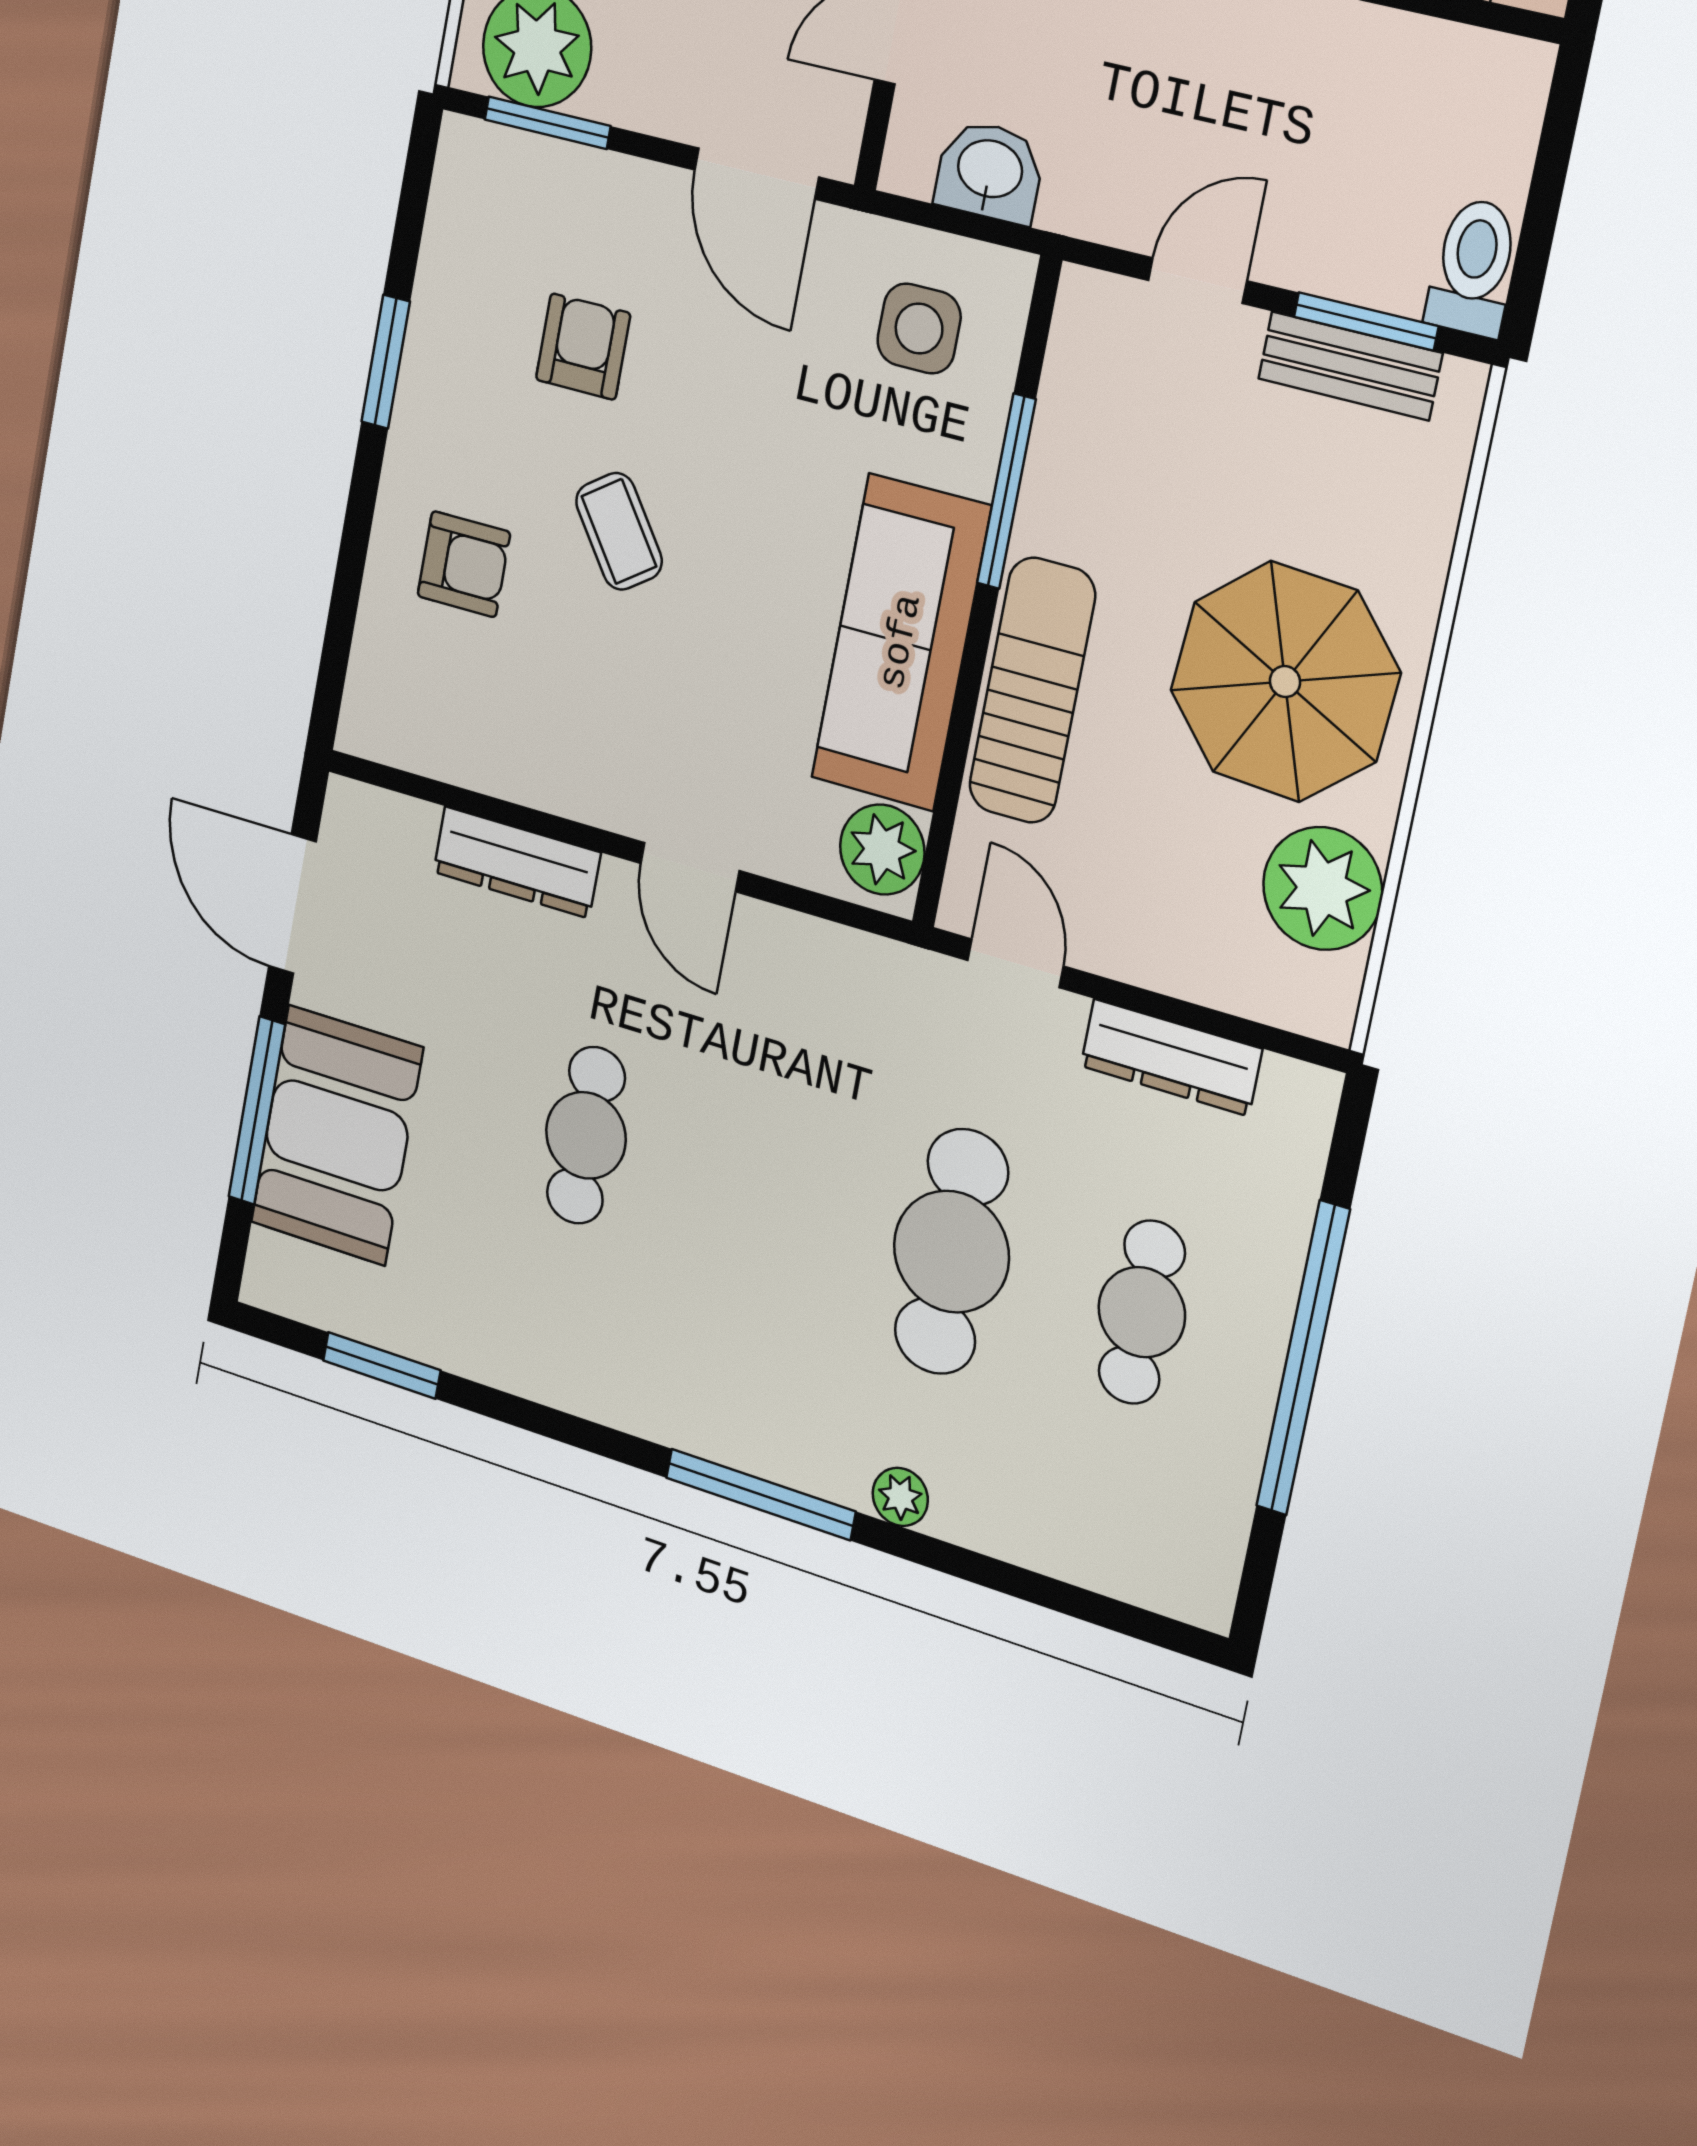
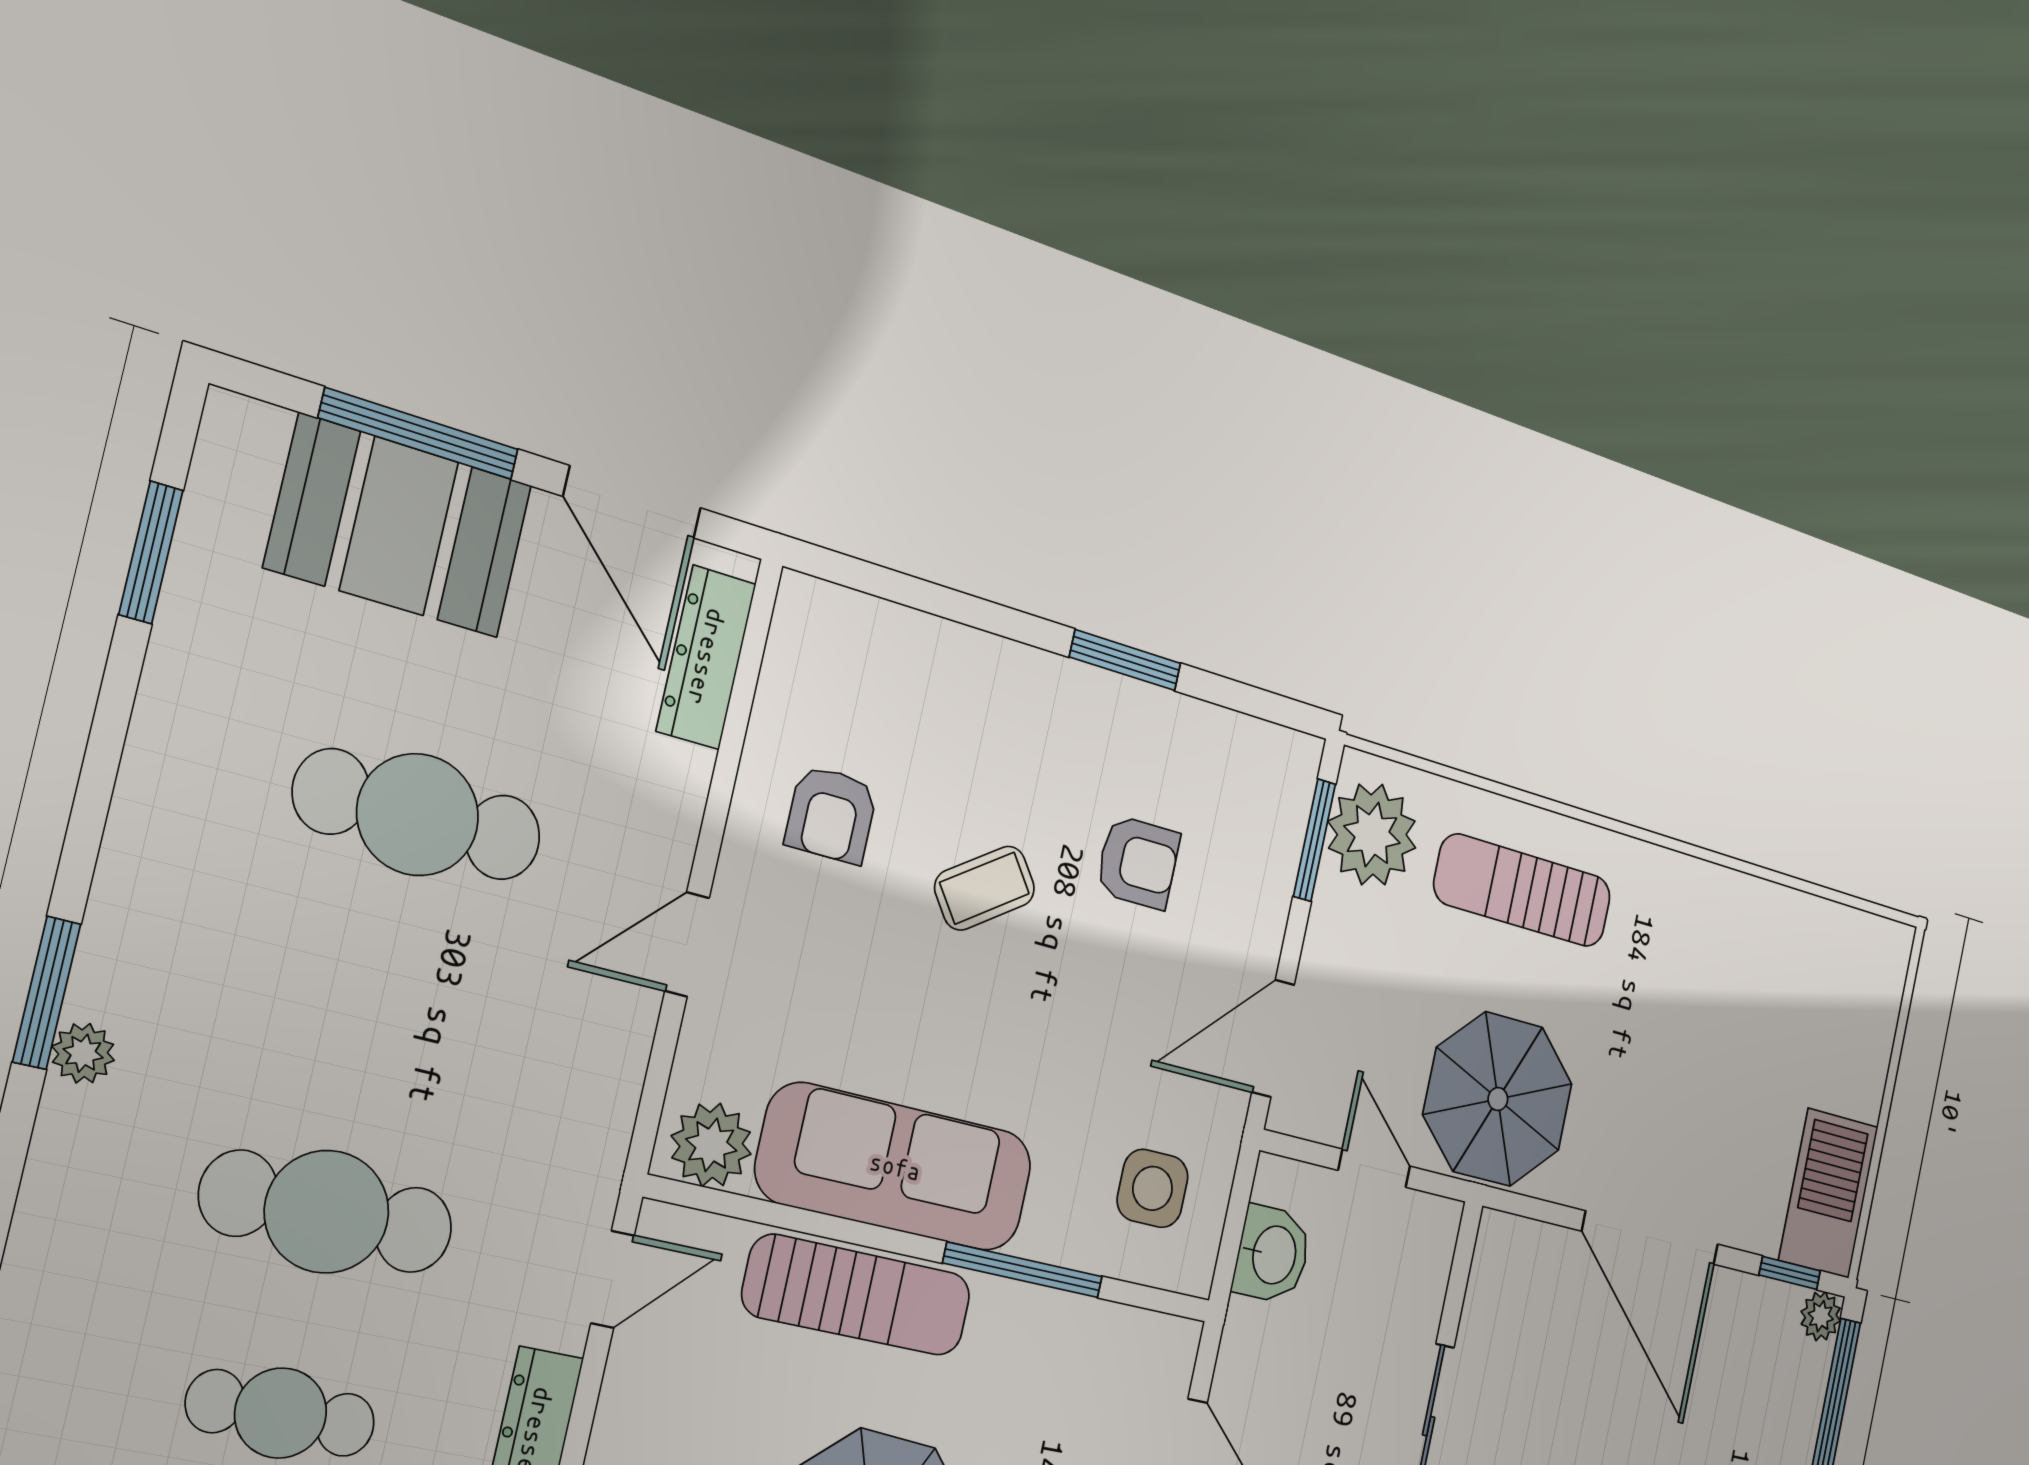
armchair: (464, 564) -> (831, 814), moved
dresser: (517, 862) -> (706, 657), moved
door: (292, 904) -> (632, 502), swing flipped
cafe table: (586, 1135) -> (418, 815), width x1.37, depth x1.35
window: (760, 1494) -> (47, 993), width x0.69
plant: (900, 1497) -> (83, 1053), moved

